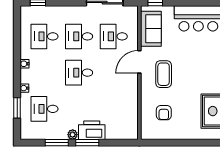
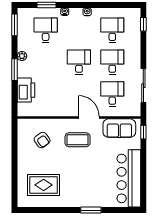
armchair: (164, 113) -> (42, 140), turned -126
printer: (92, 130) -> (26, 90), moved
window: (57, 143) -> (14, 25), moved

